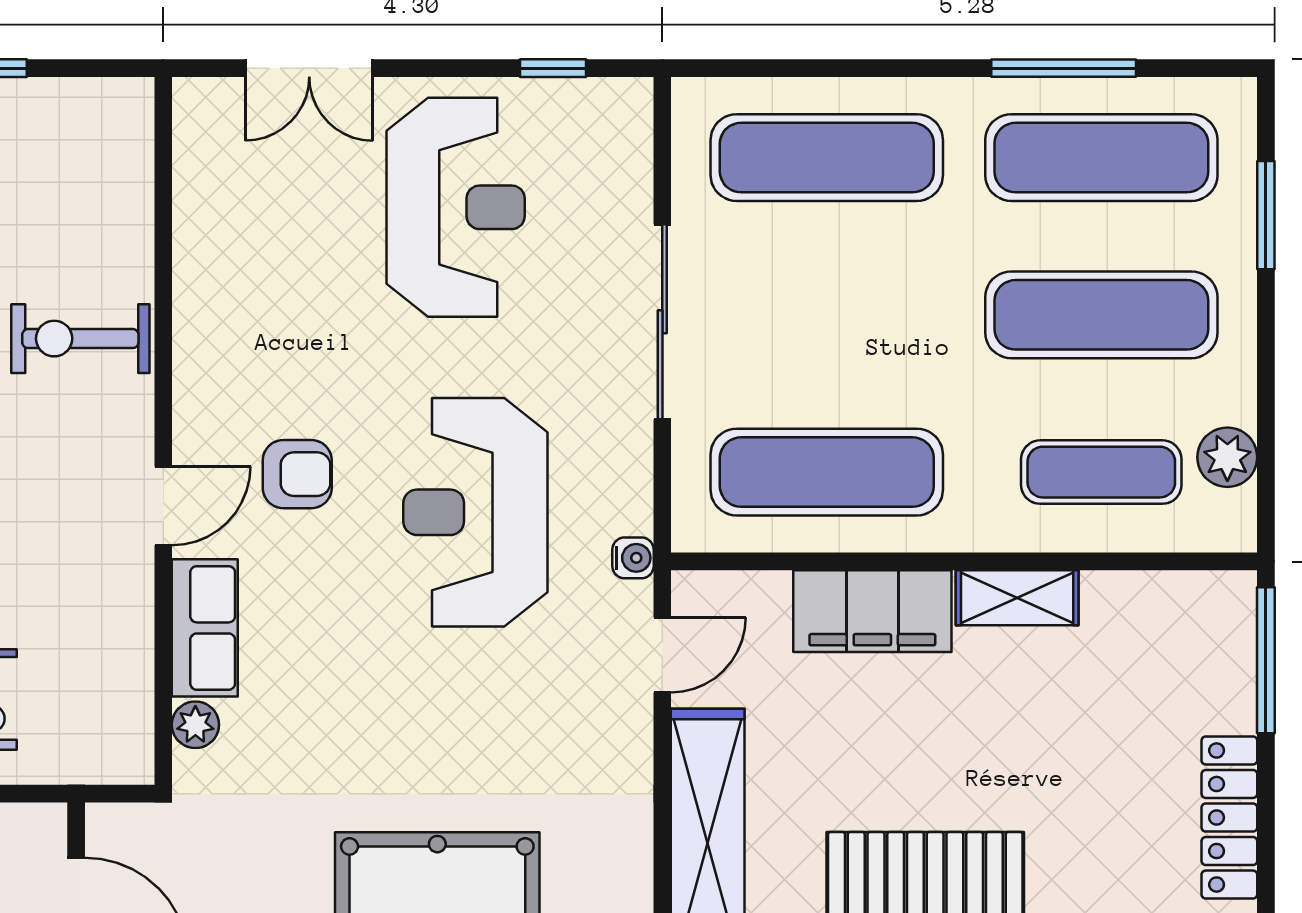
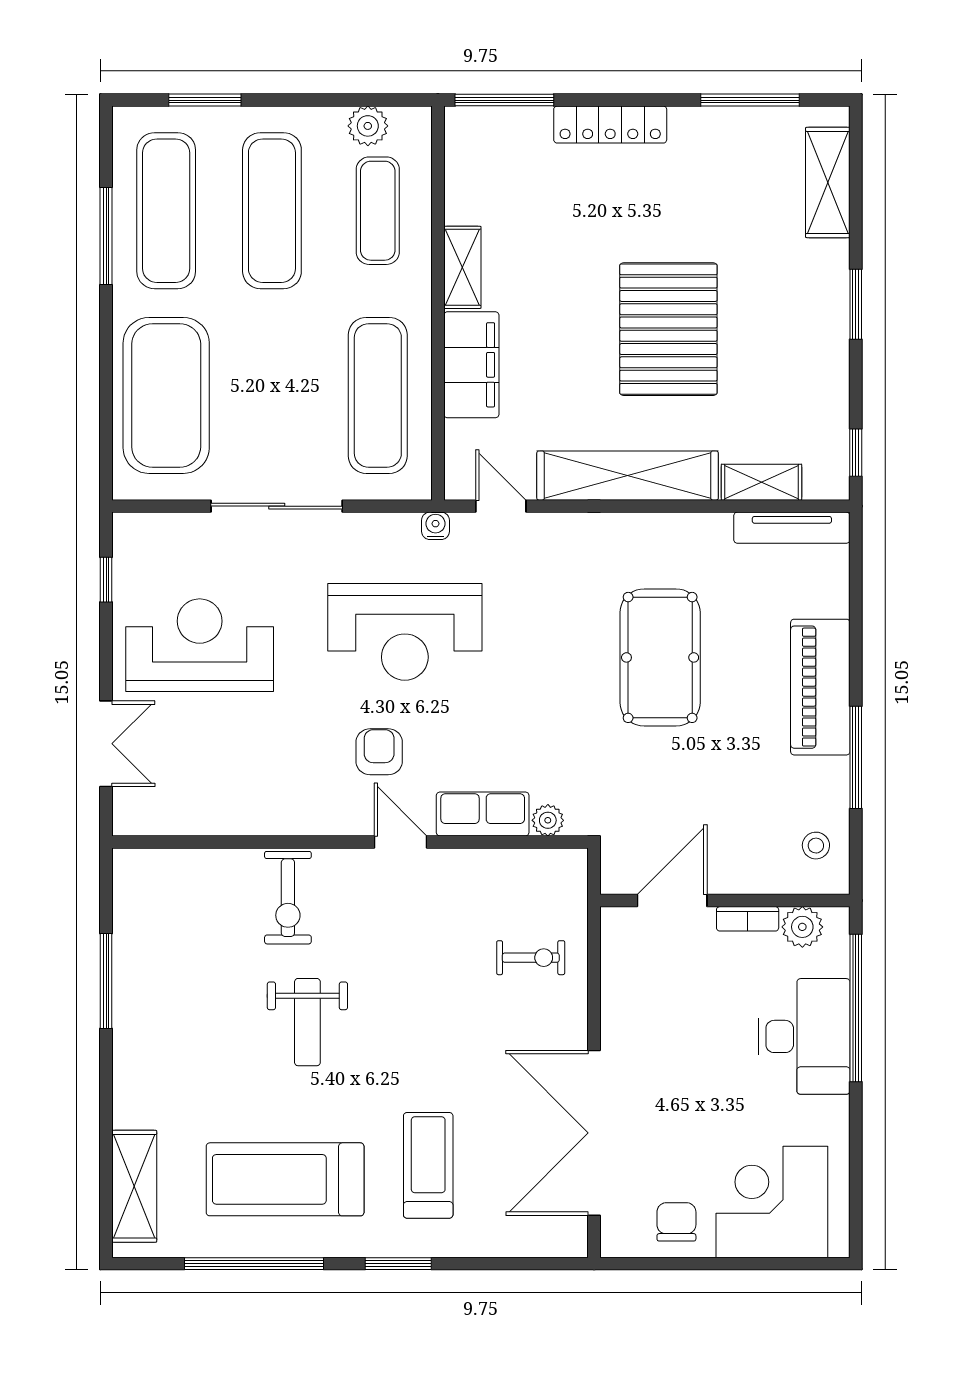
exercise mat: (827, 158) -> (166, 395), width x1.47

